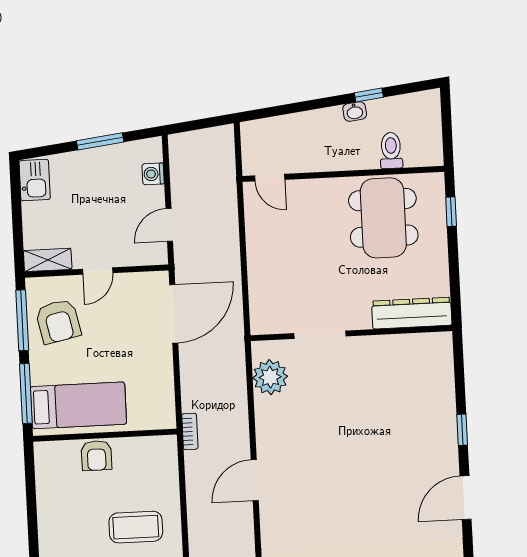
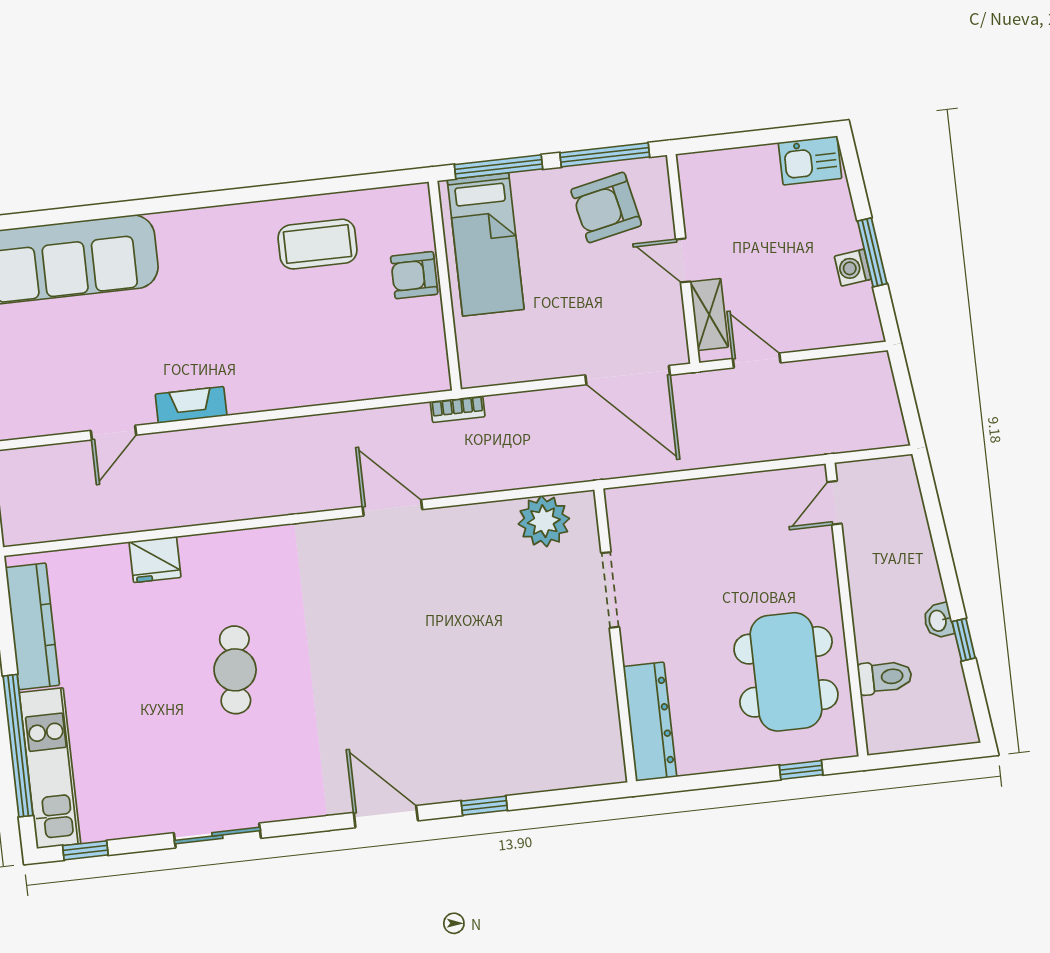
washing machine: (153, 174) -> (853, 268), moved, turned -97
dining table: (383, 218) -> (786, 672), turned 90
shelving: (48, 260) -> (709, 315), moved
coffee table: (136, 527) -> (317, 244), moved, turned 90

